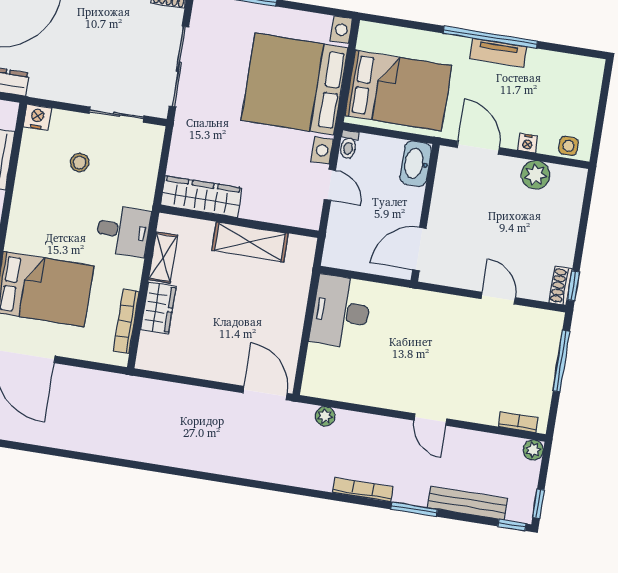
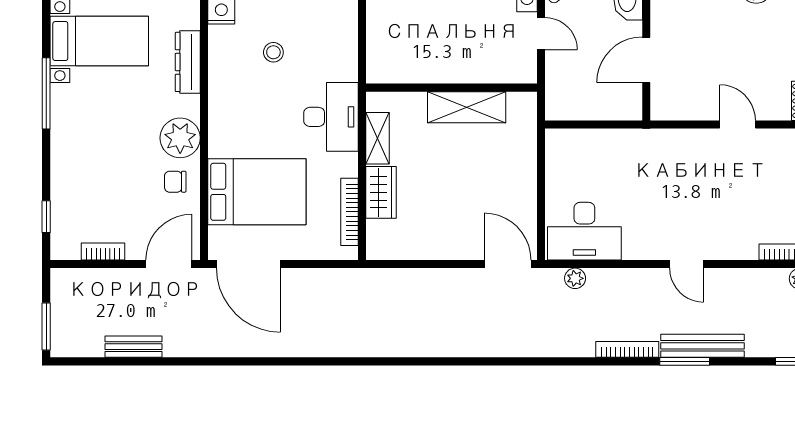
wardrobe: (201, 197) -> (407, 68), removed
desk: (123, 231) -> (331, 117), width x1.37
door: (419, 249) -> (646, 60), moved
desk: (341, 312) -> (584, 231), moved, turned -90
bench: (467, 503) -> (702, 346), moved

